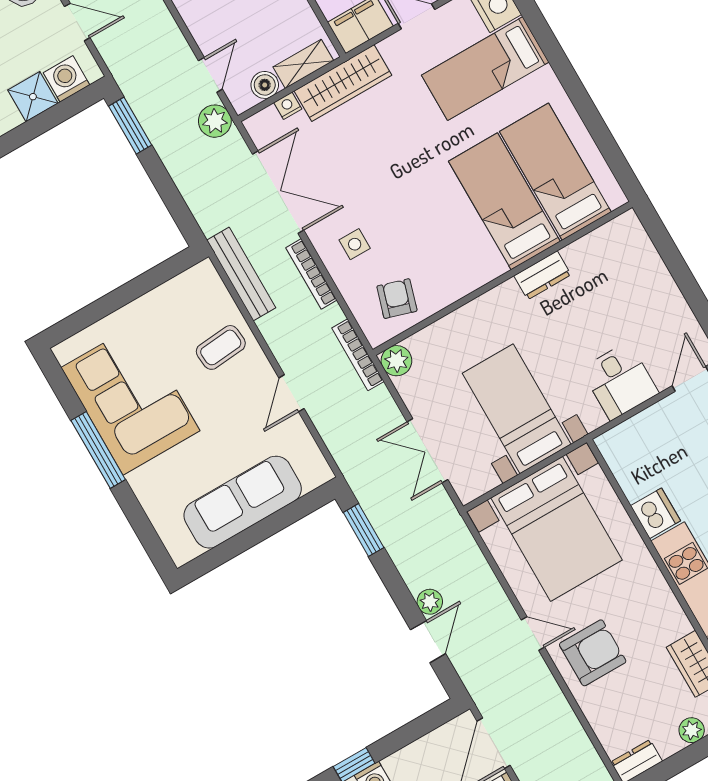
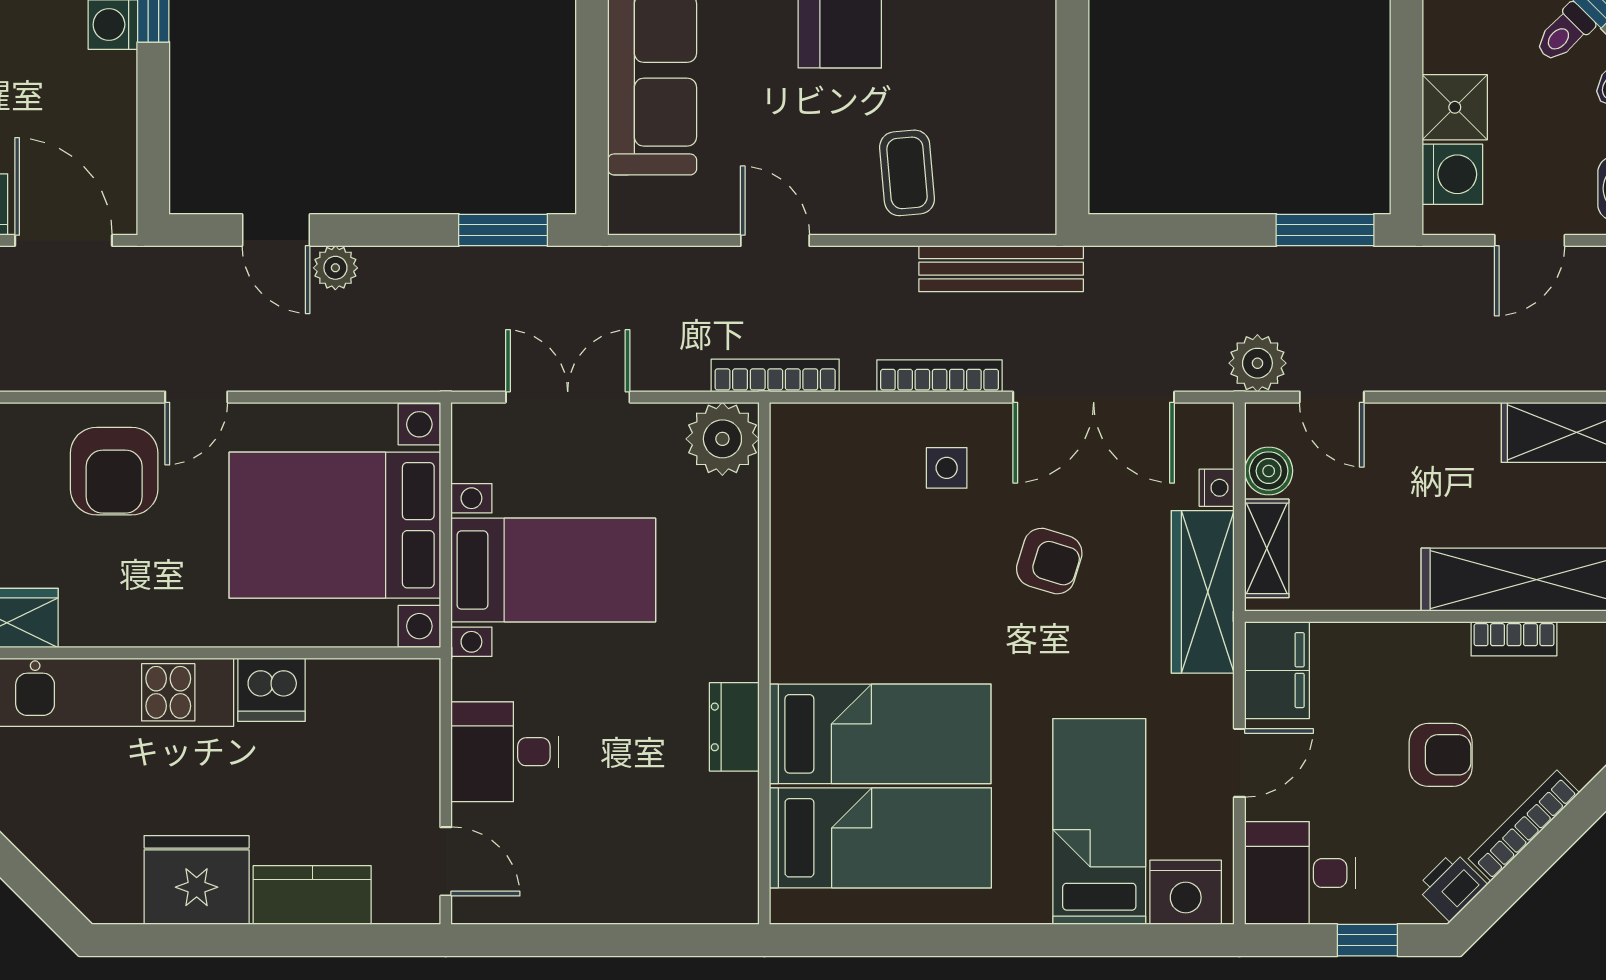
armchair: (397, 299) -> (1049, 561), moved
plant: (396, 361) -> (722, 439), width x1.36, depth x1.36

